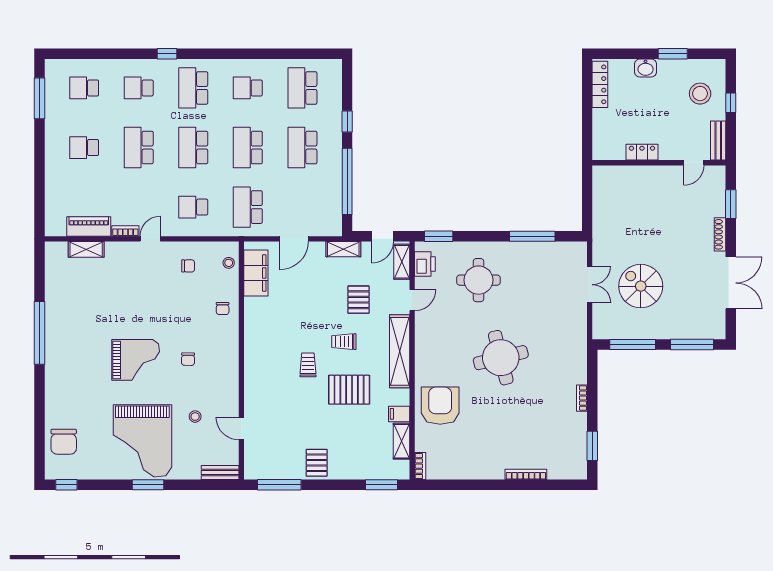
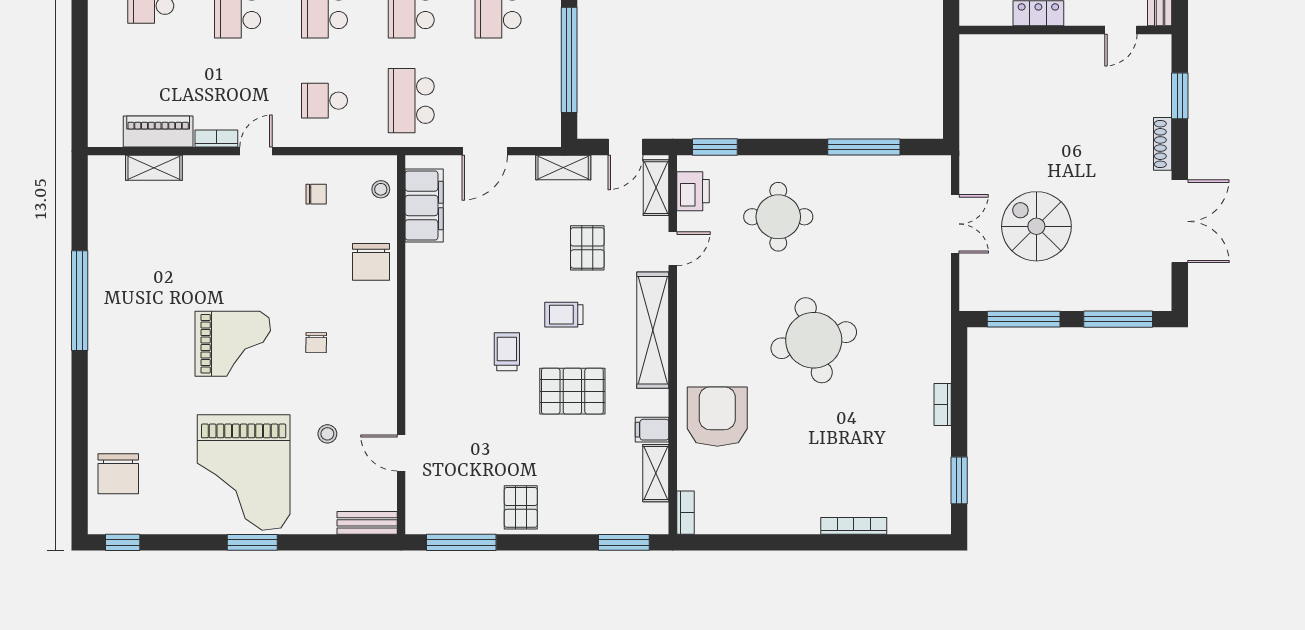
chair: (223, 308) -> (371, 262), width x1.87, depth x1.87

